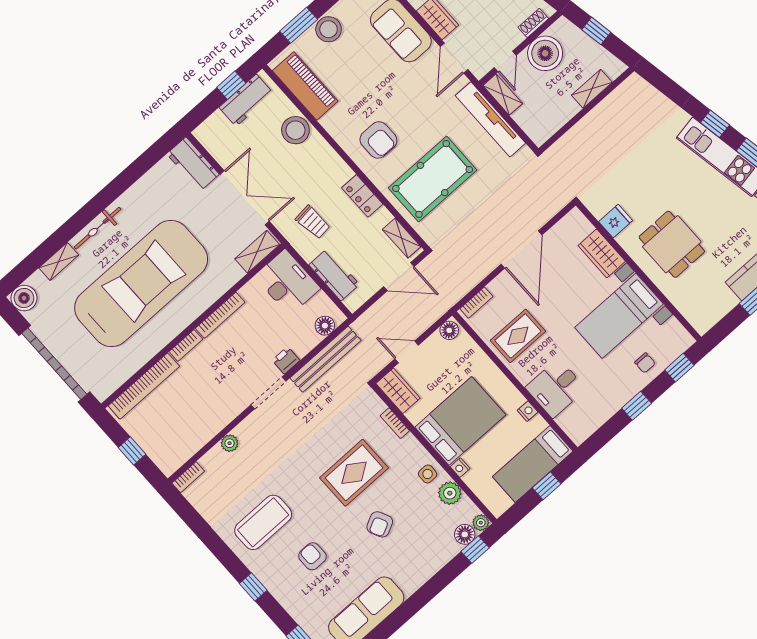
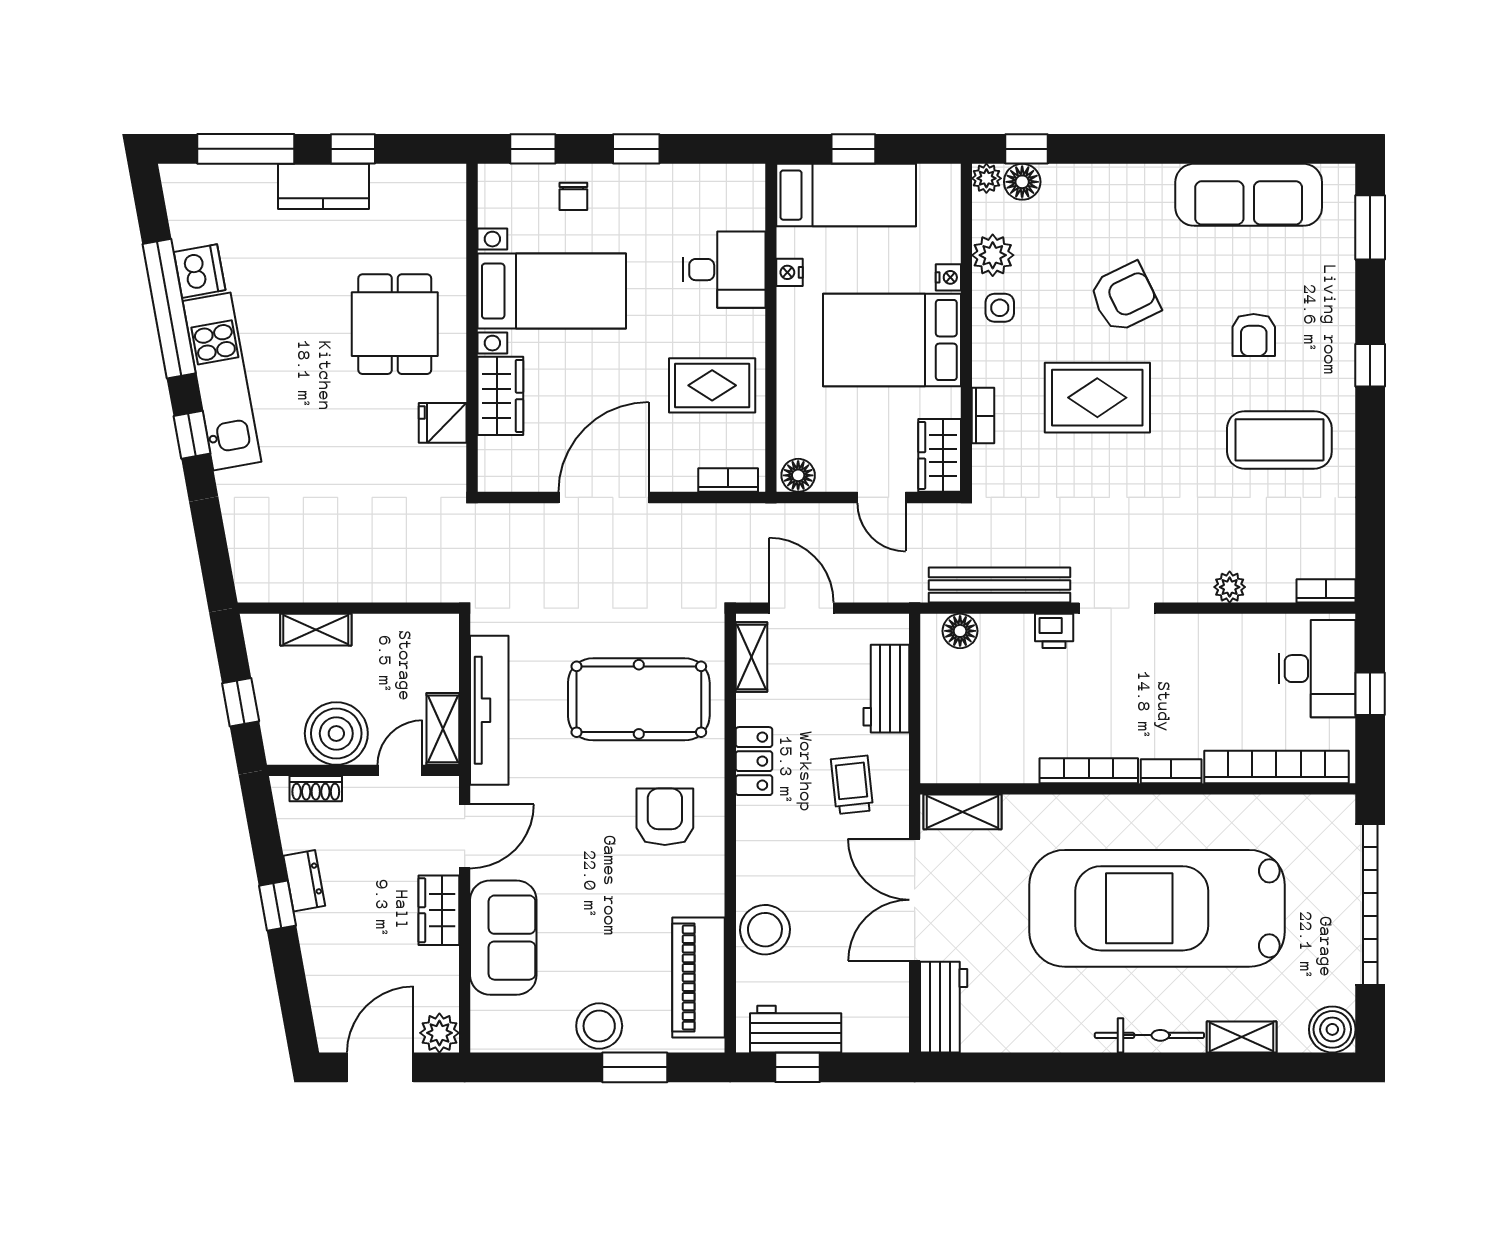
desk: (287, 282) -> (1317, 669), moved, turned 180
chair: (645, 363) -> (573, 196), turned 180
armchair: (380, 524) -> (1125, 297), width x1.38, depth x1.38

